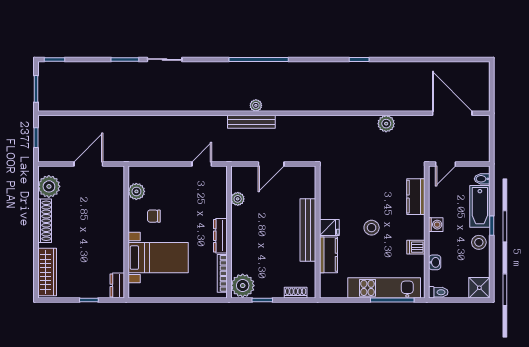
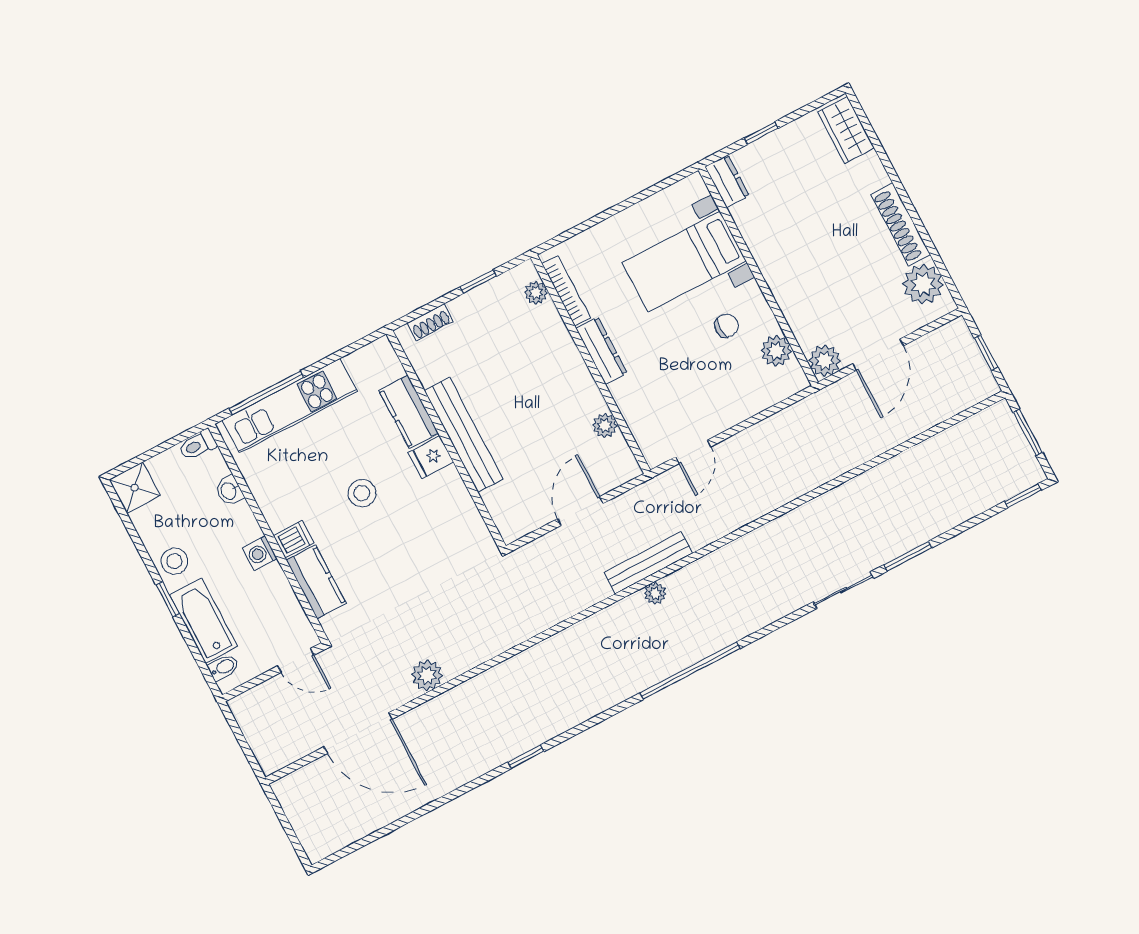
door: (452, 113) -> (358, 733), moved
door: (446, 164) -> (296, 660), swing flipped
plant: (116, 175) -> (825, 361), added
dishwasher: (416, 247) -> (294, 539), moved
wardrobe: (47, 272) -> (846, 130), width x0.67
plant: (243, 286) -> (536, 293), width x0.53, depth x0.53

